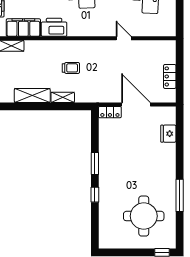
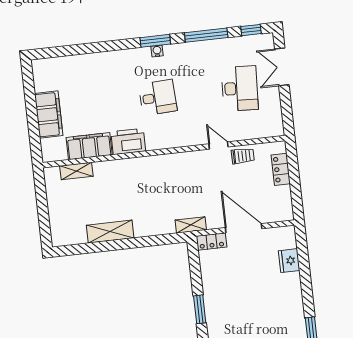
trolley: (71, 68) -> (243, 156), moved
locker: (170, 76) -> (281, 169), moved
shelving: (63, 97) -> (191, 225), moved

